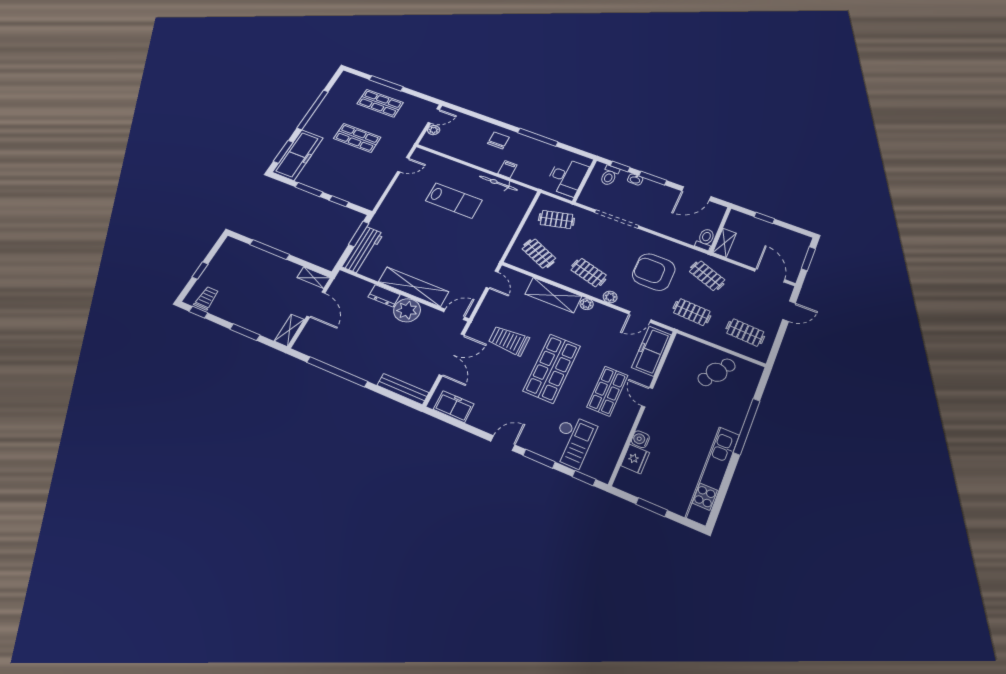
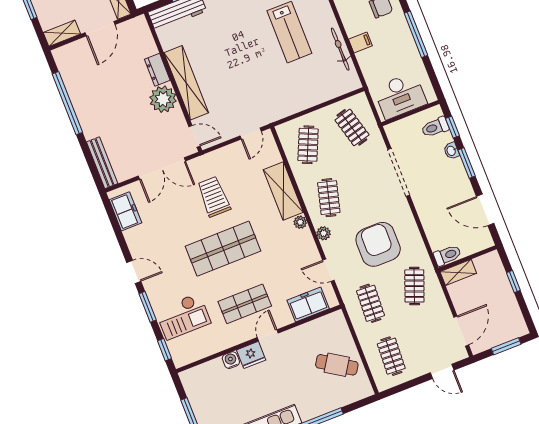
freezer: (652, 351) -> (308, 304), width x0.71
fridge: (635, 459) -> (251, 355), moved

